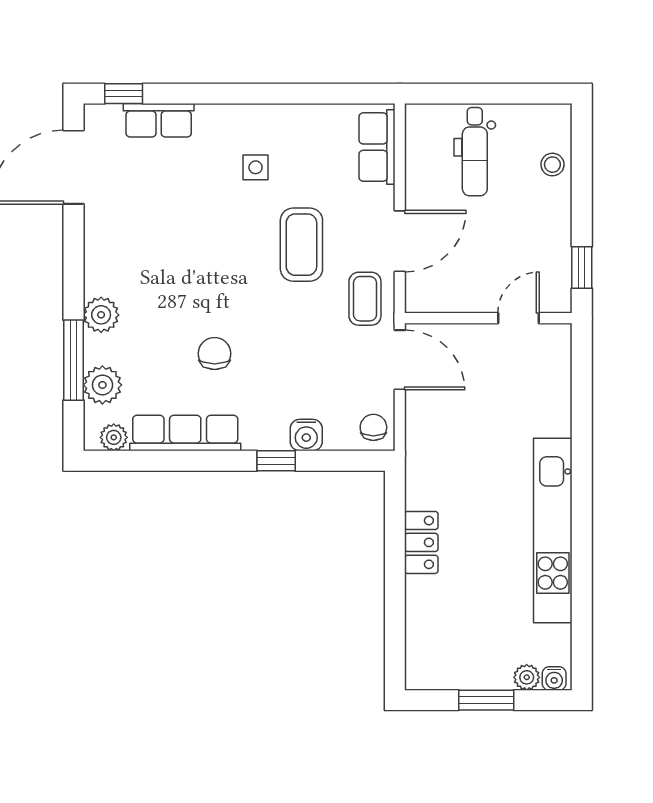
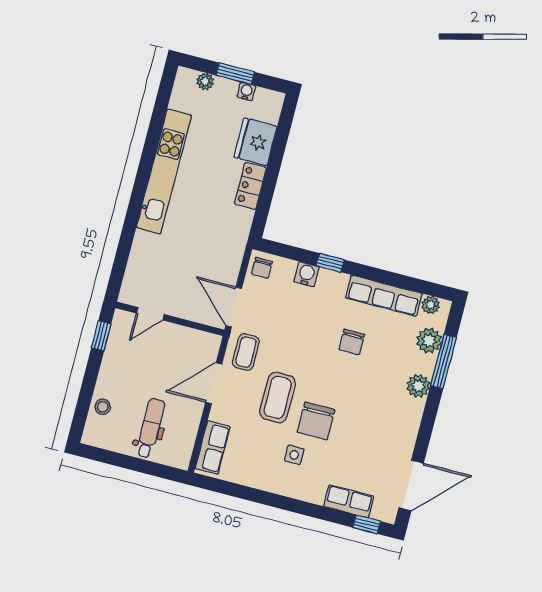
chair: (237, 225) -> (316, 421), added
fridge: (431, 609) -> (255, 142), added
water cooler: (554, 678) -> (246, 91), moved

